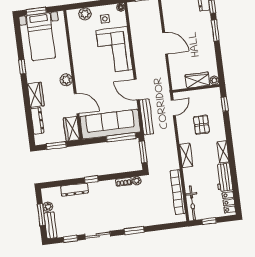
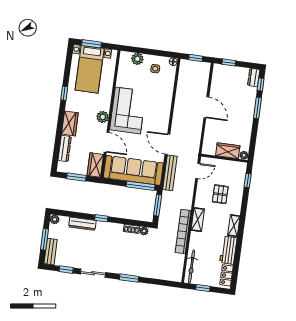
corner sofa: (114, 50) -> (128, 110), moved, turned 180
bookcase: (178, 192) -> (183, 231), moved
plant: (48, 207) -> (55, 219), moved

